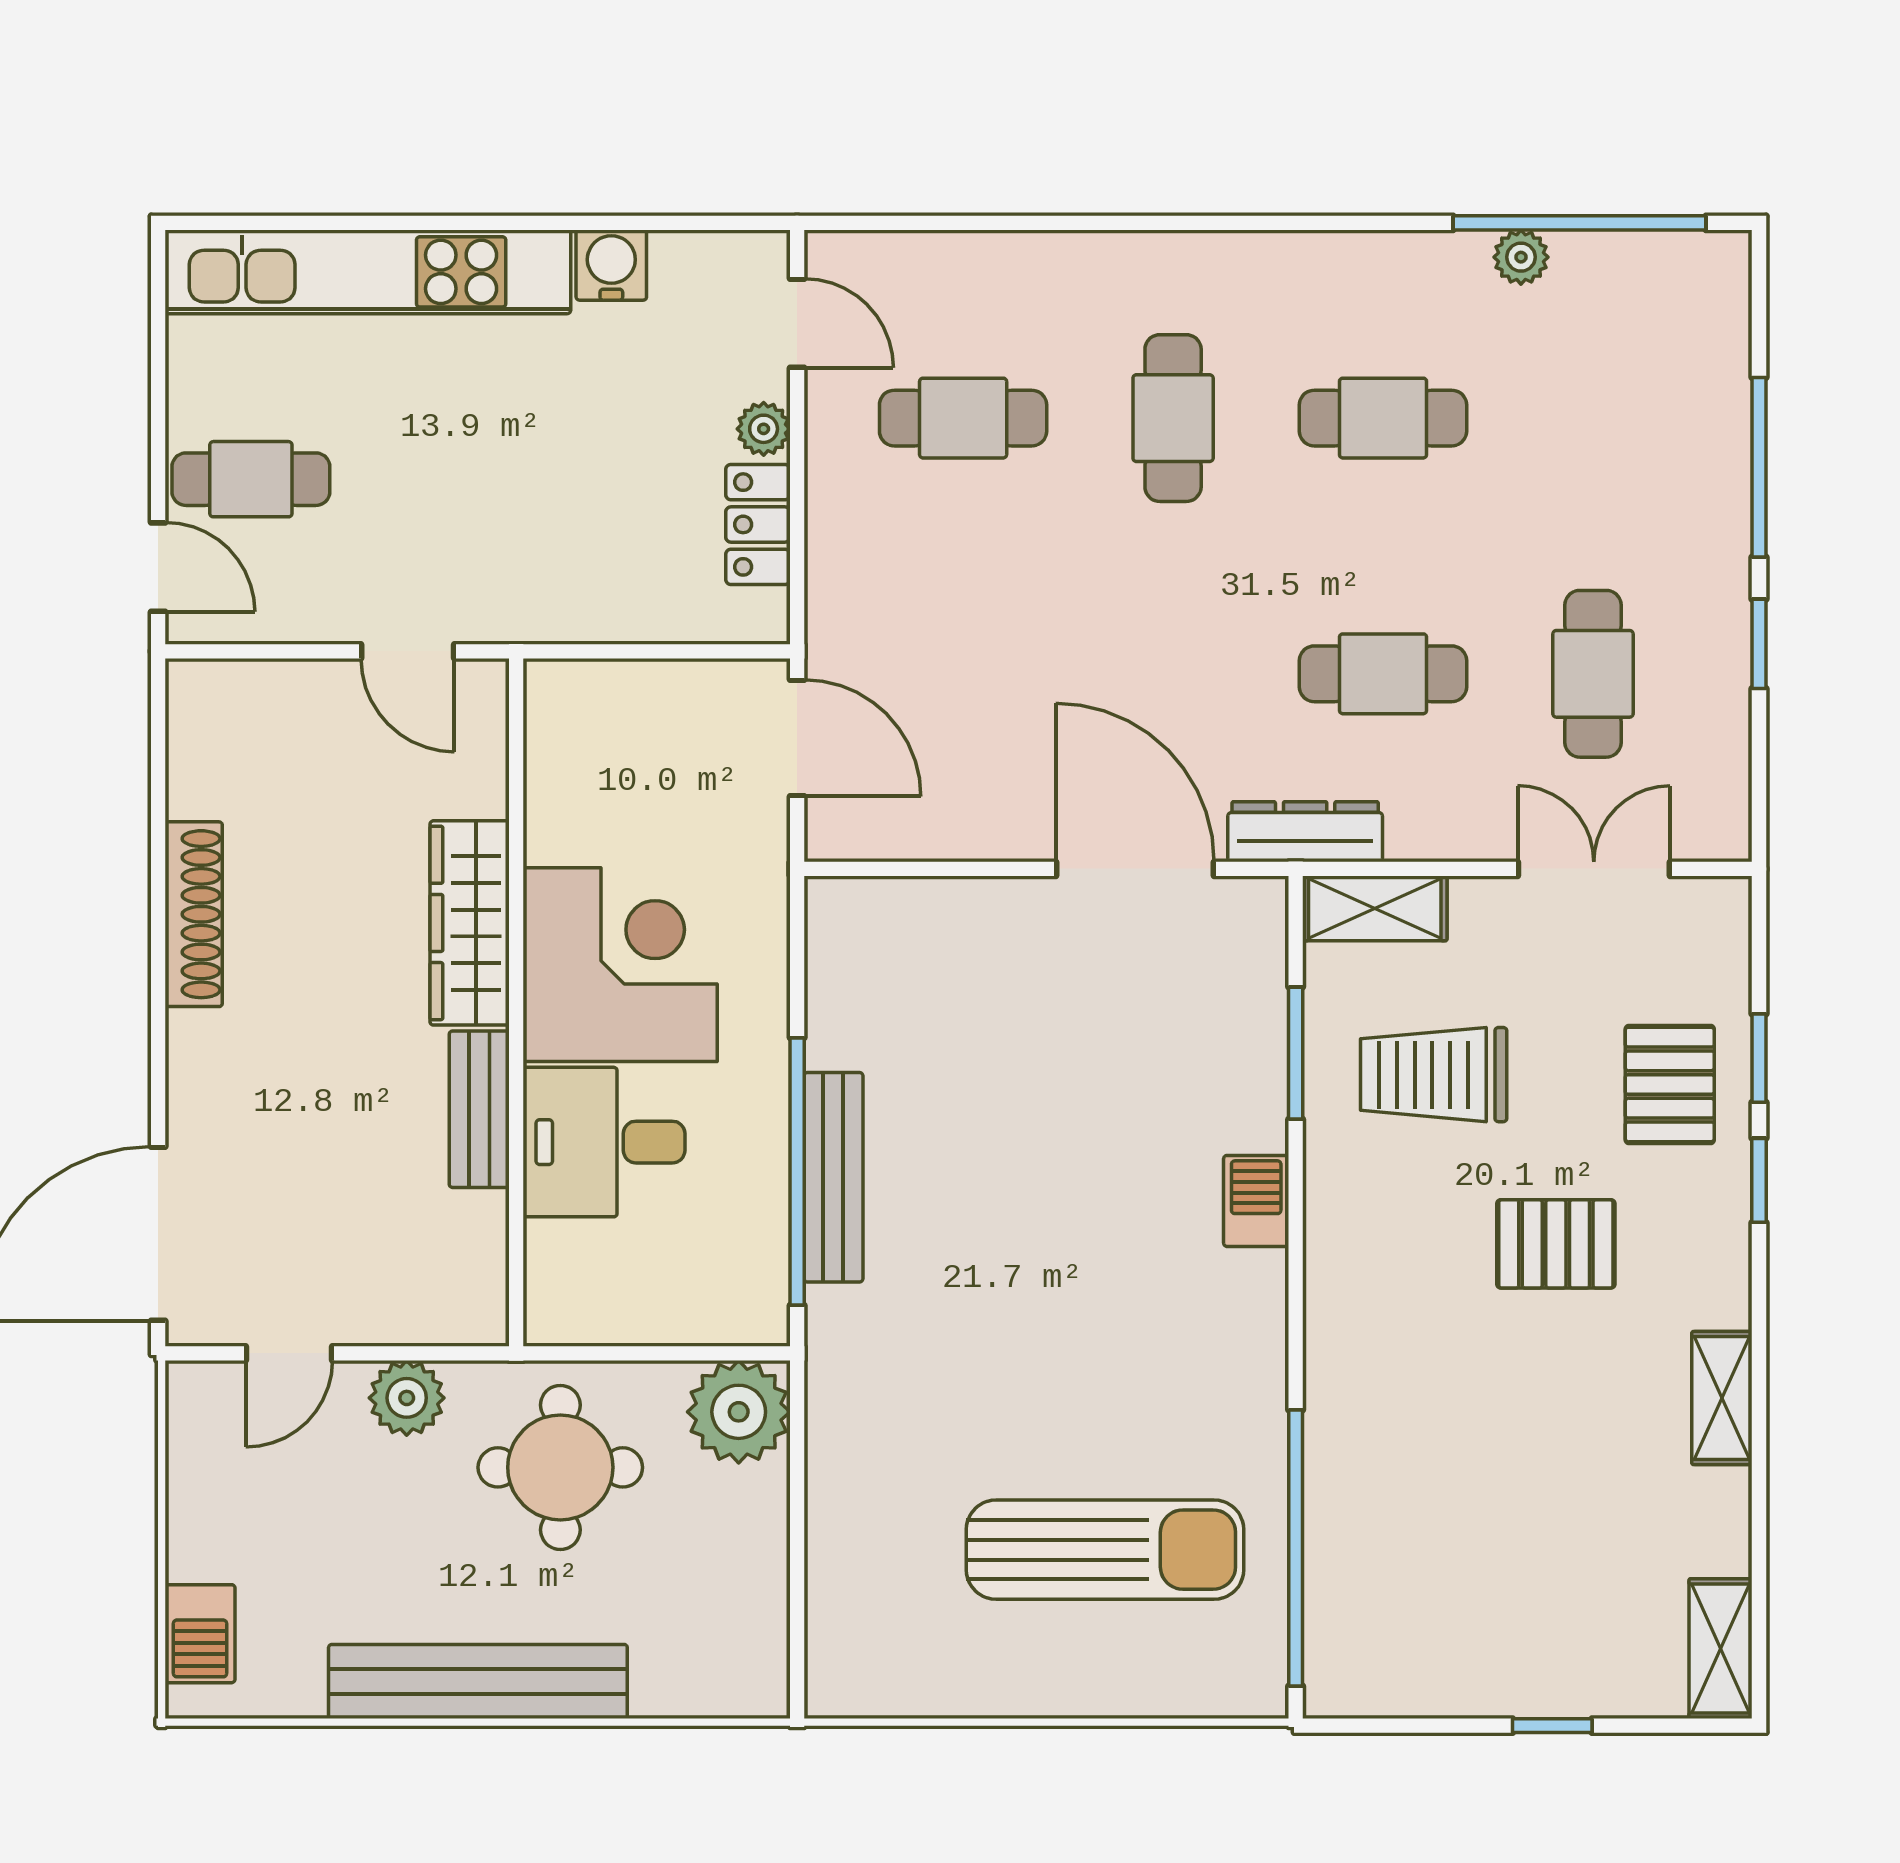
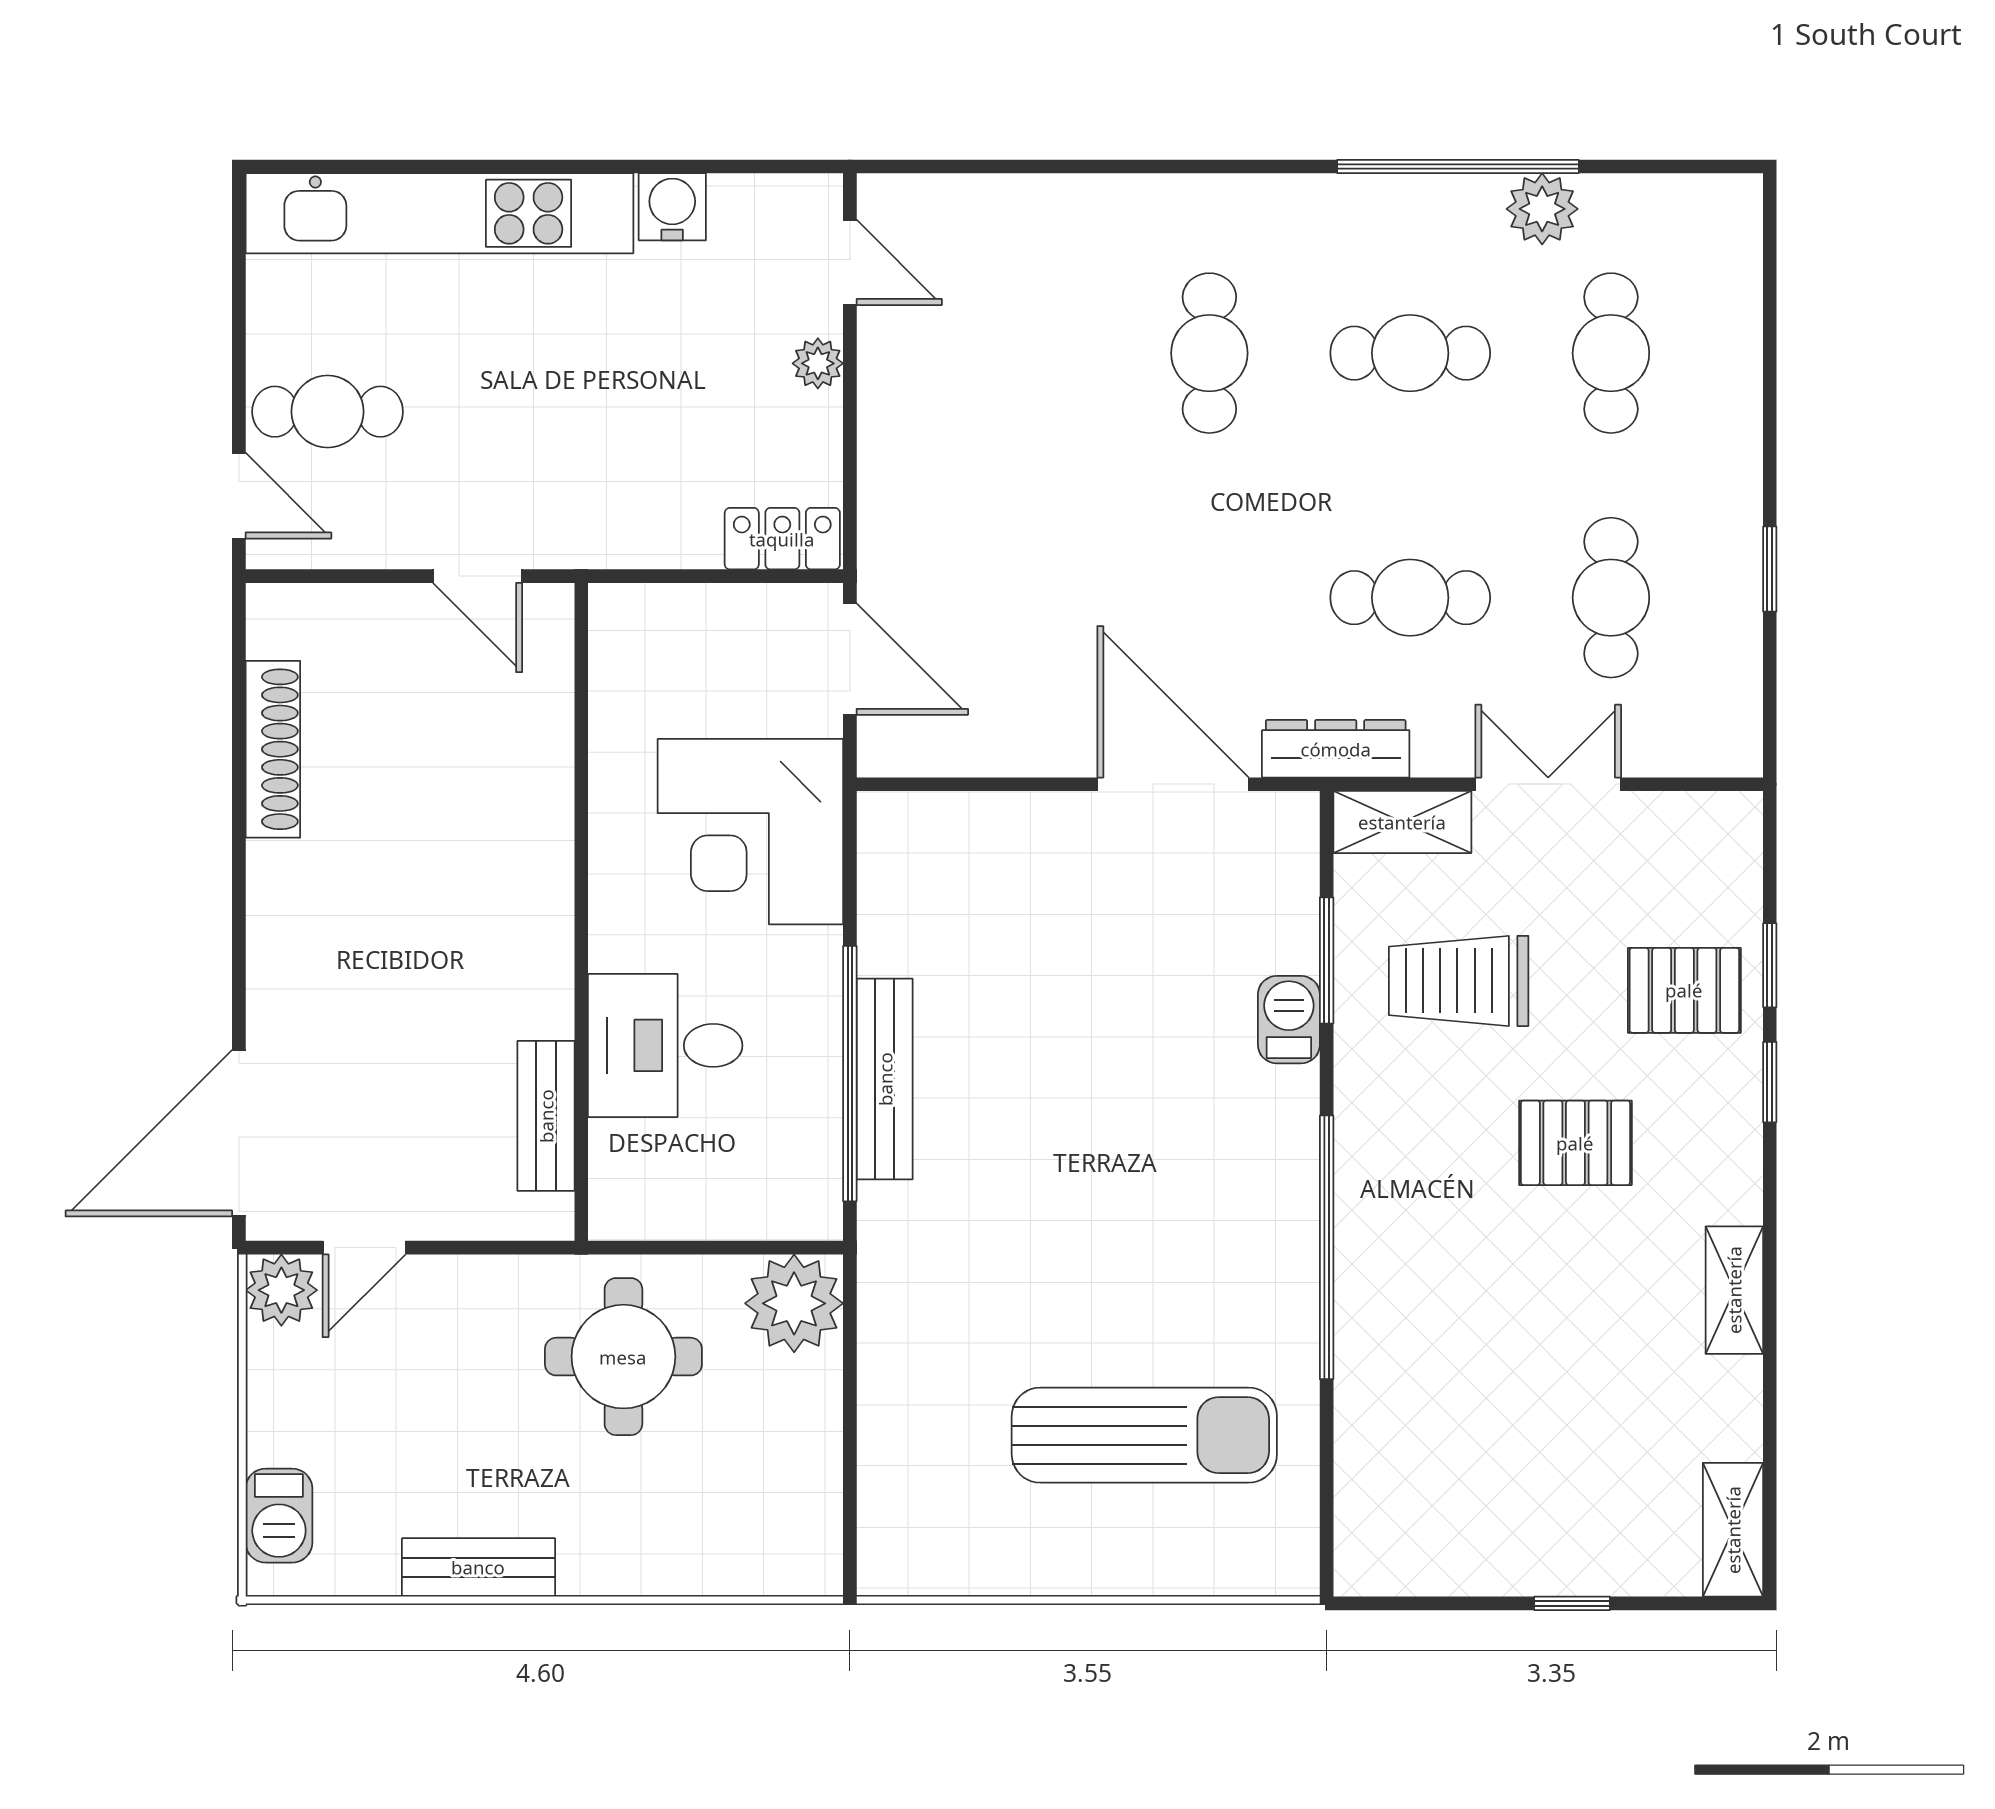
window: (1579, 223) -> (1458, 167), moved
plant: (1521, 257) -> (1542, 209), width x1.38, depth x1.38
cafe table: (963, 418) -> (1611, 353), moved, turned 90
window: (1759, 467) -> (1770, 400), removed
locker: (758, 524) -> (782, 539), moved, turned 90
double door: (1594, 869) -> (1548, 784), moved
shoe rack: (194, 914) -> (273, 749), moved
wardrobe: (470, 923) -> (537, 836), removed
corner desk: (620, 965) -> (750, 832), moved, turned 180
pallet: (1670, 1084) -> (1684, 990), turned 90
bench: (479, 1109) -> (546, 1116), moved
barbecue: (1256, 1201) -> (1289, 1020), moved
plant: (407, 1398) -> (281, 1290), moved
window: (1296, 1548) -> (1327, 1247), moved
bench: (478, 1681) -> (478, 1567), width x0.54, depth x0.82

